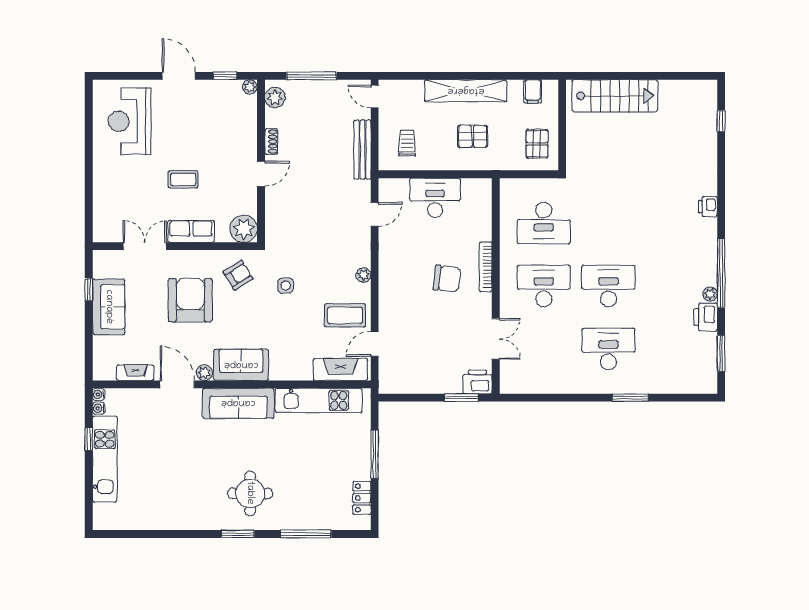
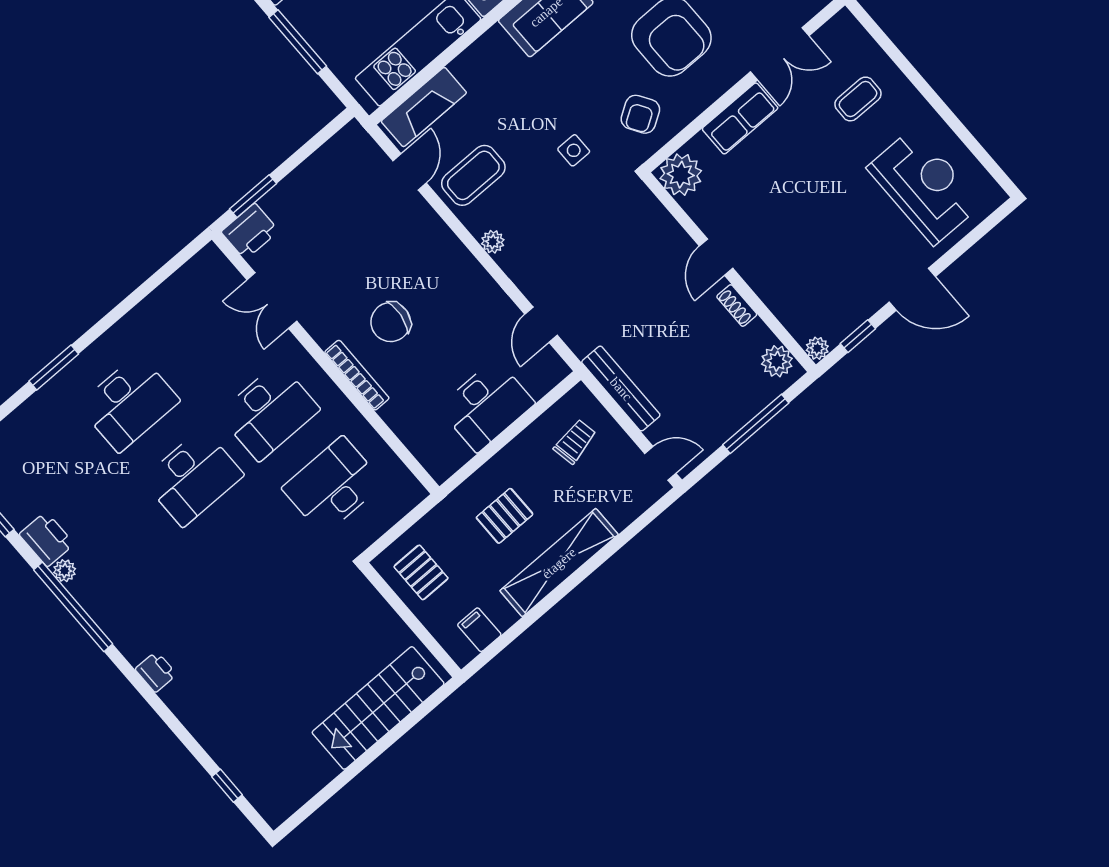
trolley: (407, 143) -> (575, 442), turned -101
coffee table: (183, 179) -> (858, 99), moved

